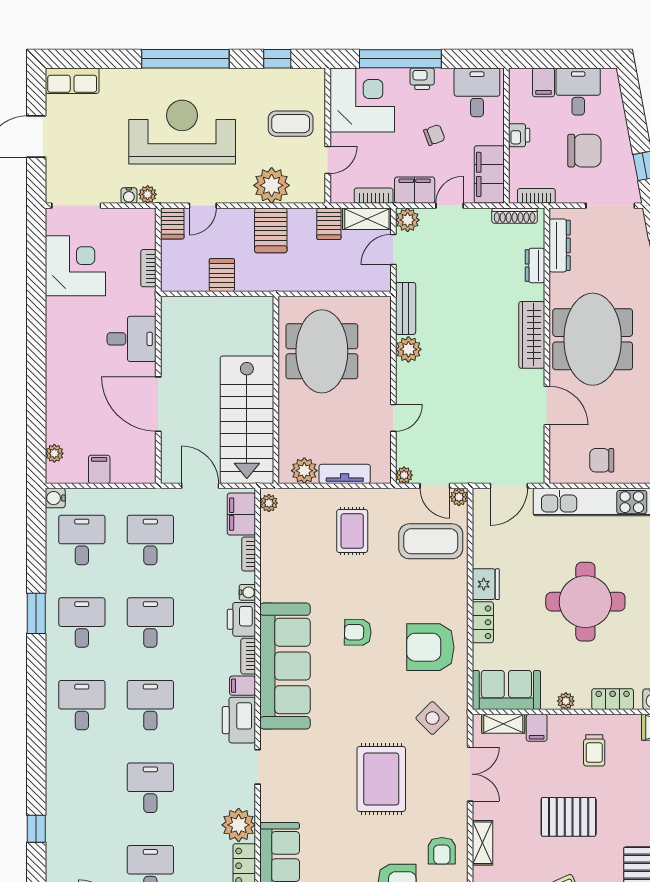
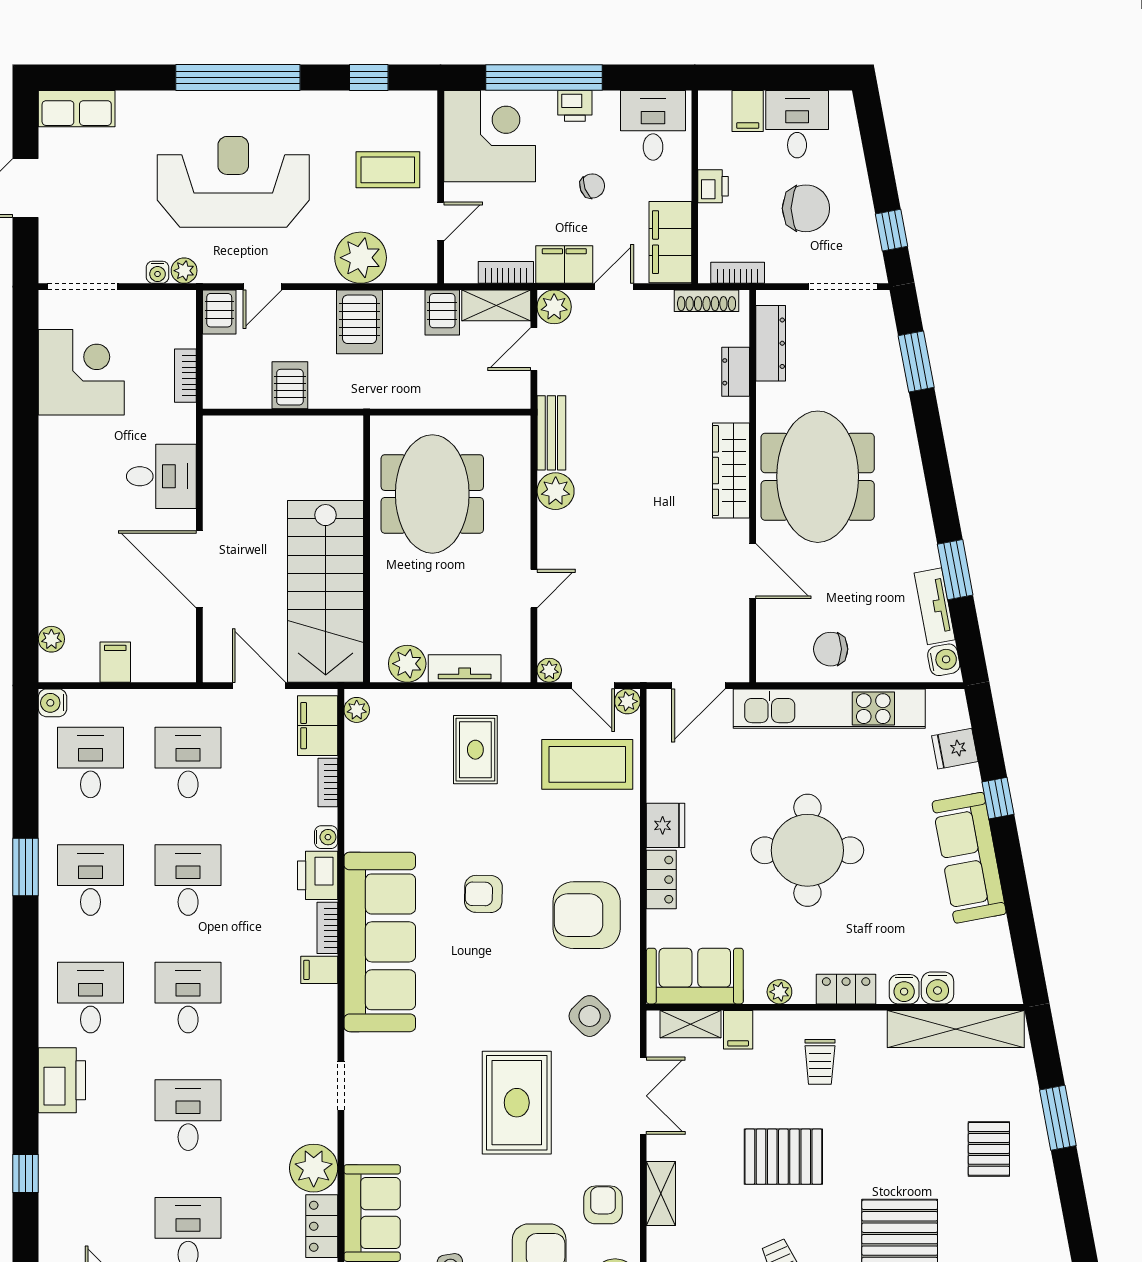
printer: (239, 720) -> (62, 1080), moved, turned 180
armchair: (442, 851) -> (603, 1205), turned 180

